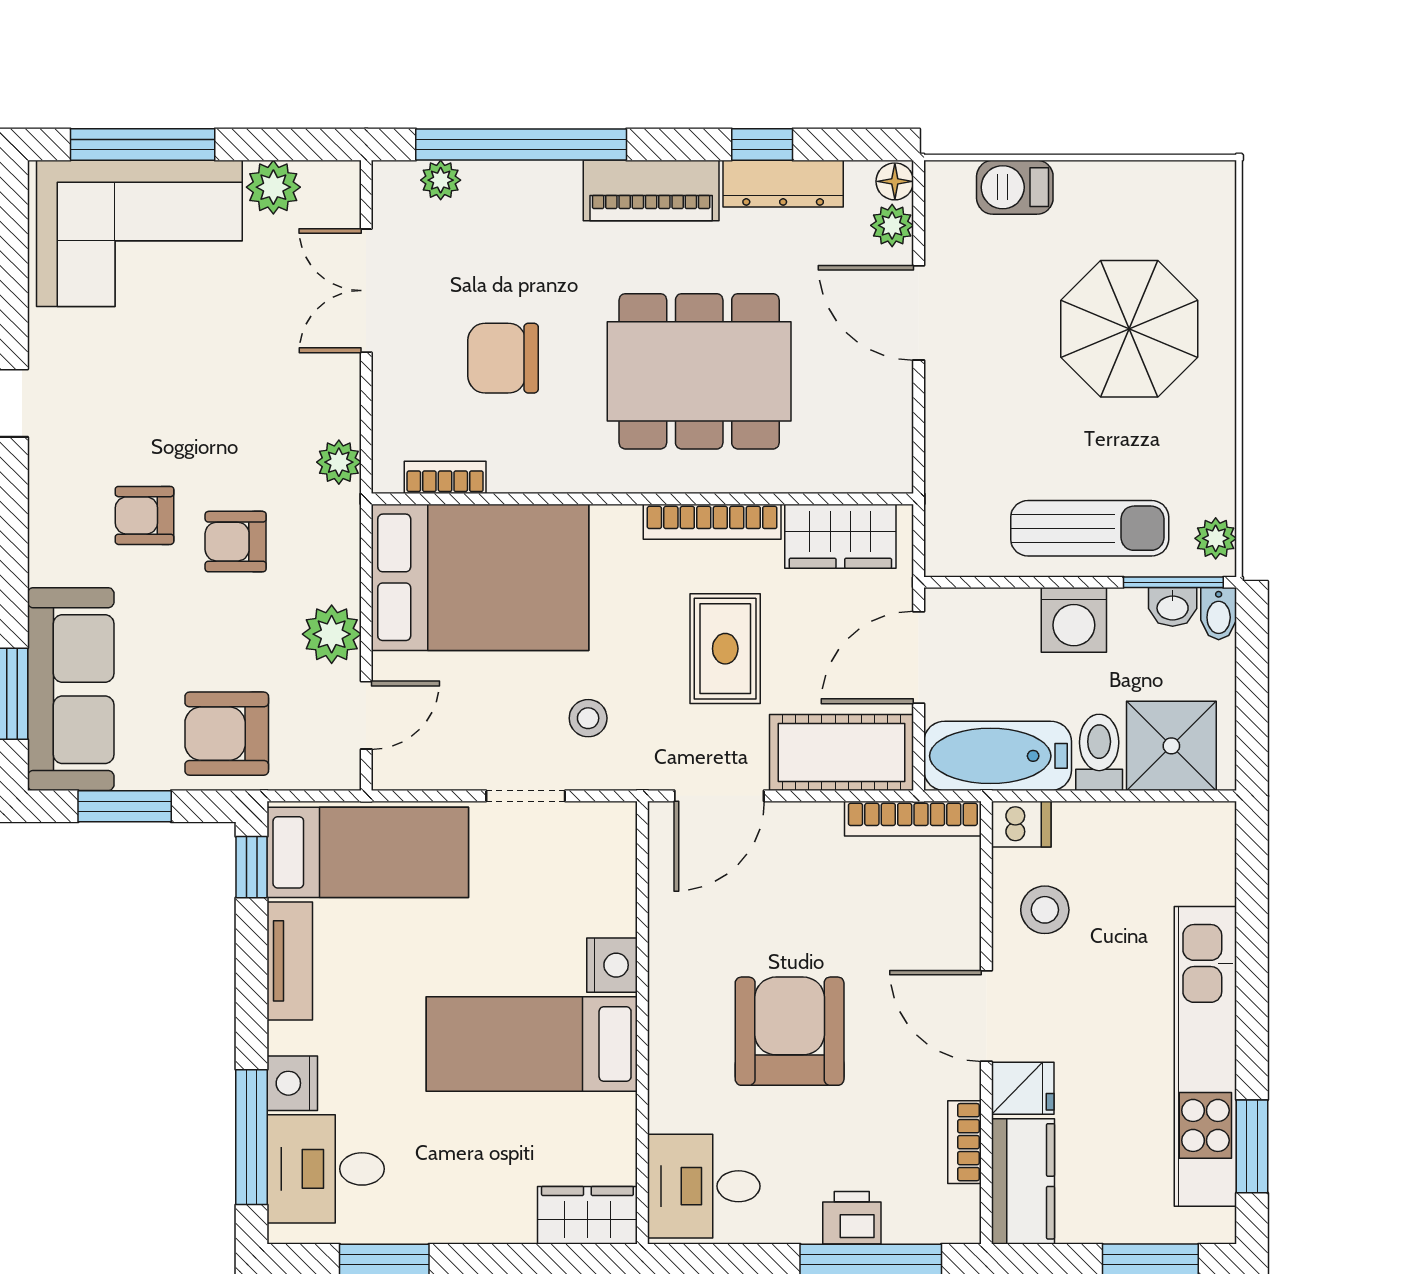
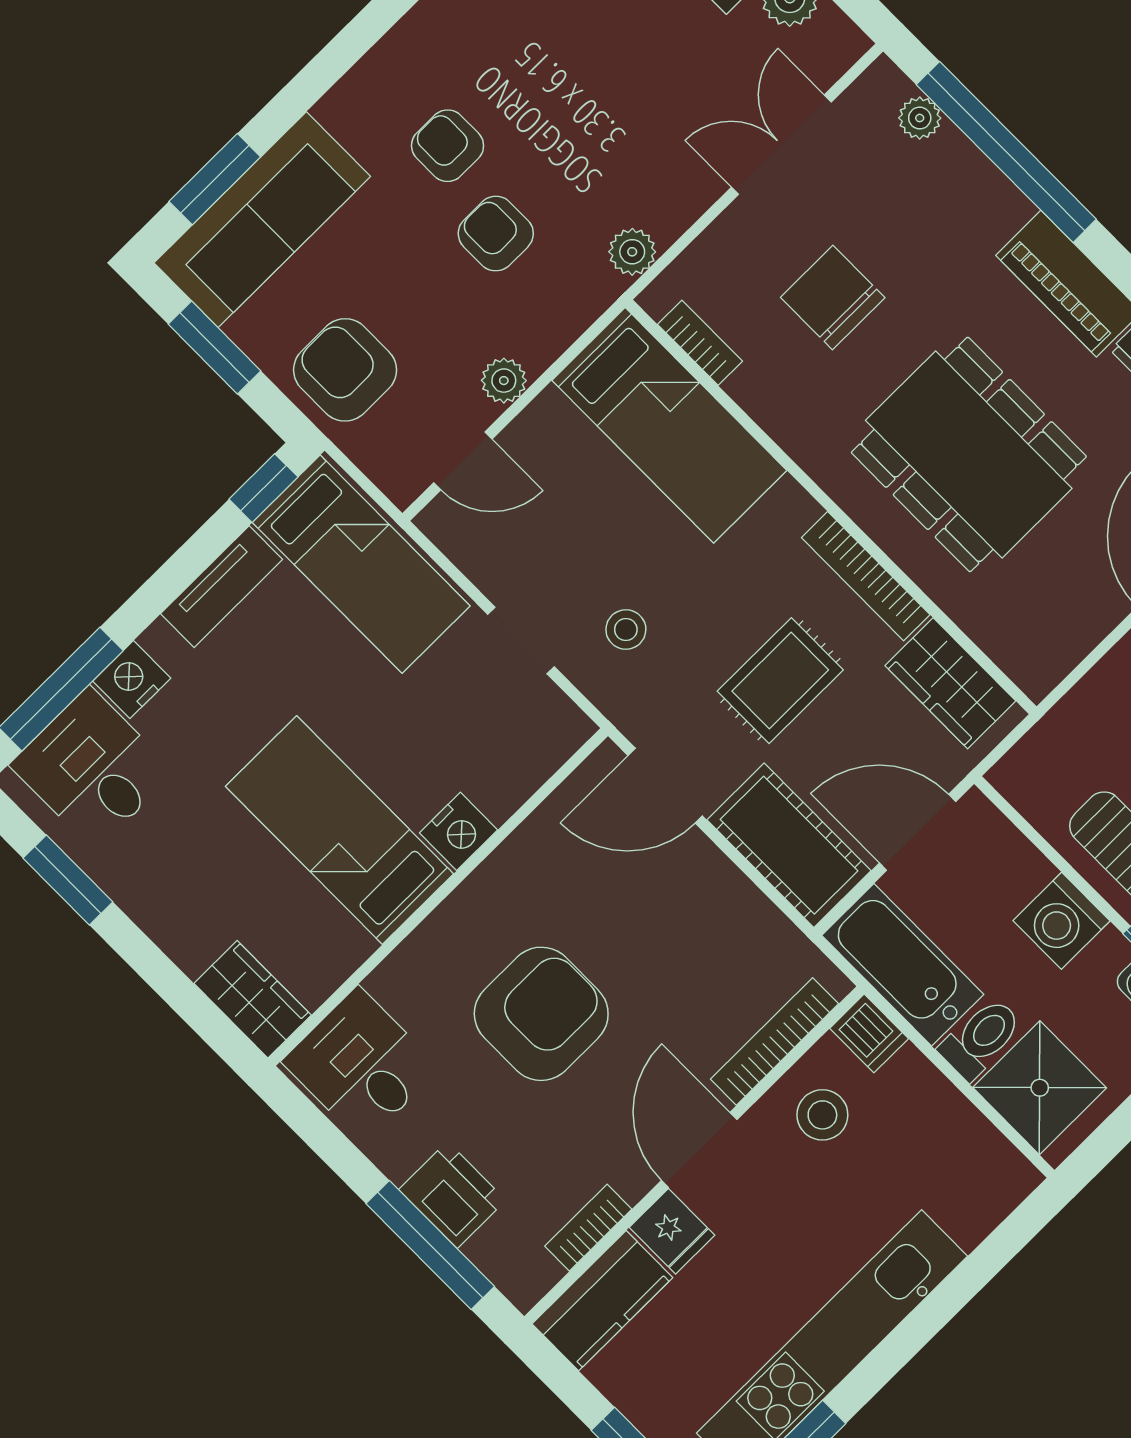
bed: (480, 577) -> (669, 425), width x0.67
plant: (332, 634) -> (504, 381), width x0.73, depth x0.73
bookcase: (913, 819) -> (775, 1041), moved, turned 90
printer: (852, 1218) -> (452, 1195), width x1.36, depth x1.24

